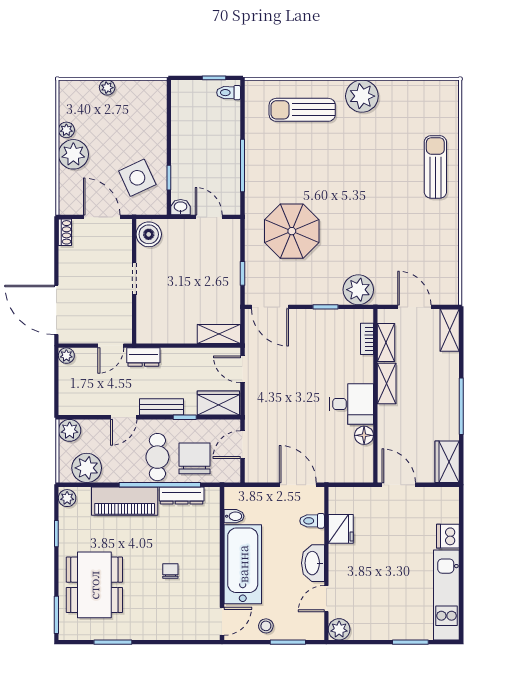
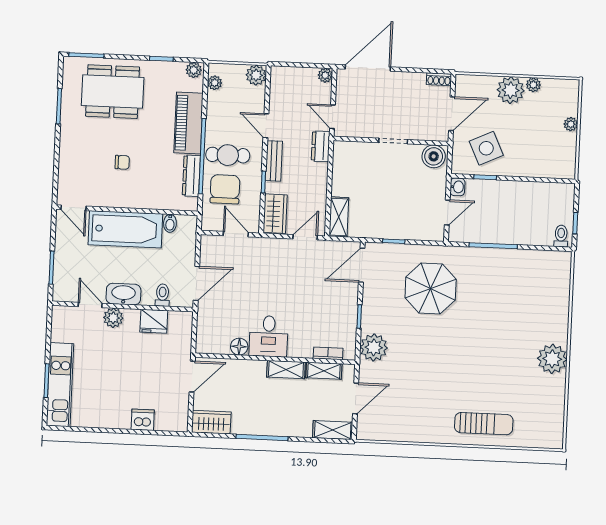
sun lounger: (302, 110) -> (542, 303), removed
chair: (194, 458) -> (225, 189), turned -90
plant: (87, 468) -> (215, 83), width x0.53, depth x0.53
kitchen unit: (446, 595) -> (60, 385), moved, turned 90
stool: (266, 626) -> (67, 248), removed
plant: (339, 629) -> (113, 318), moved

